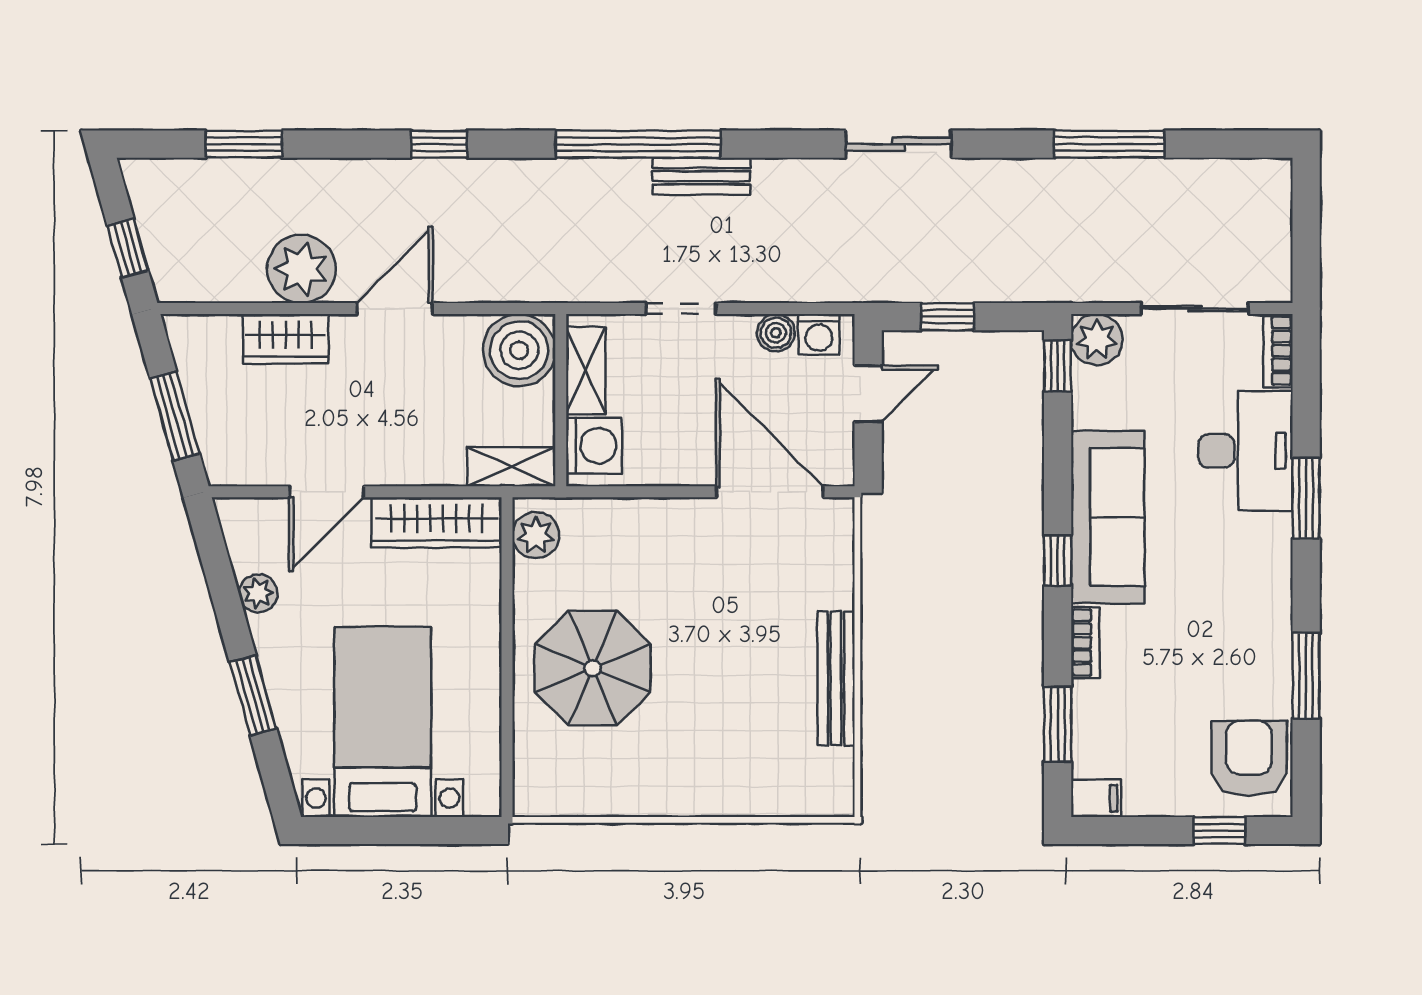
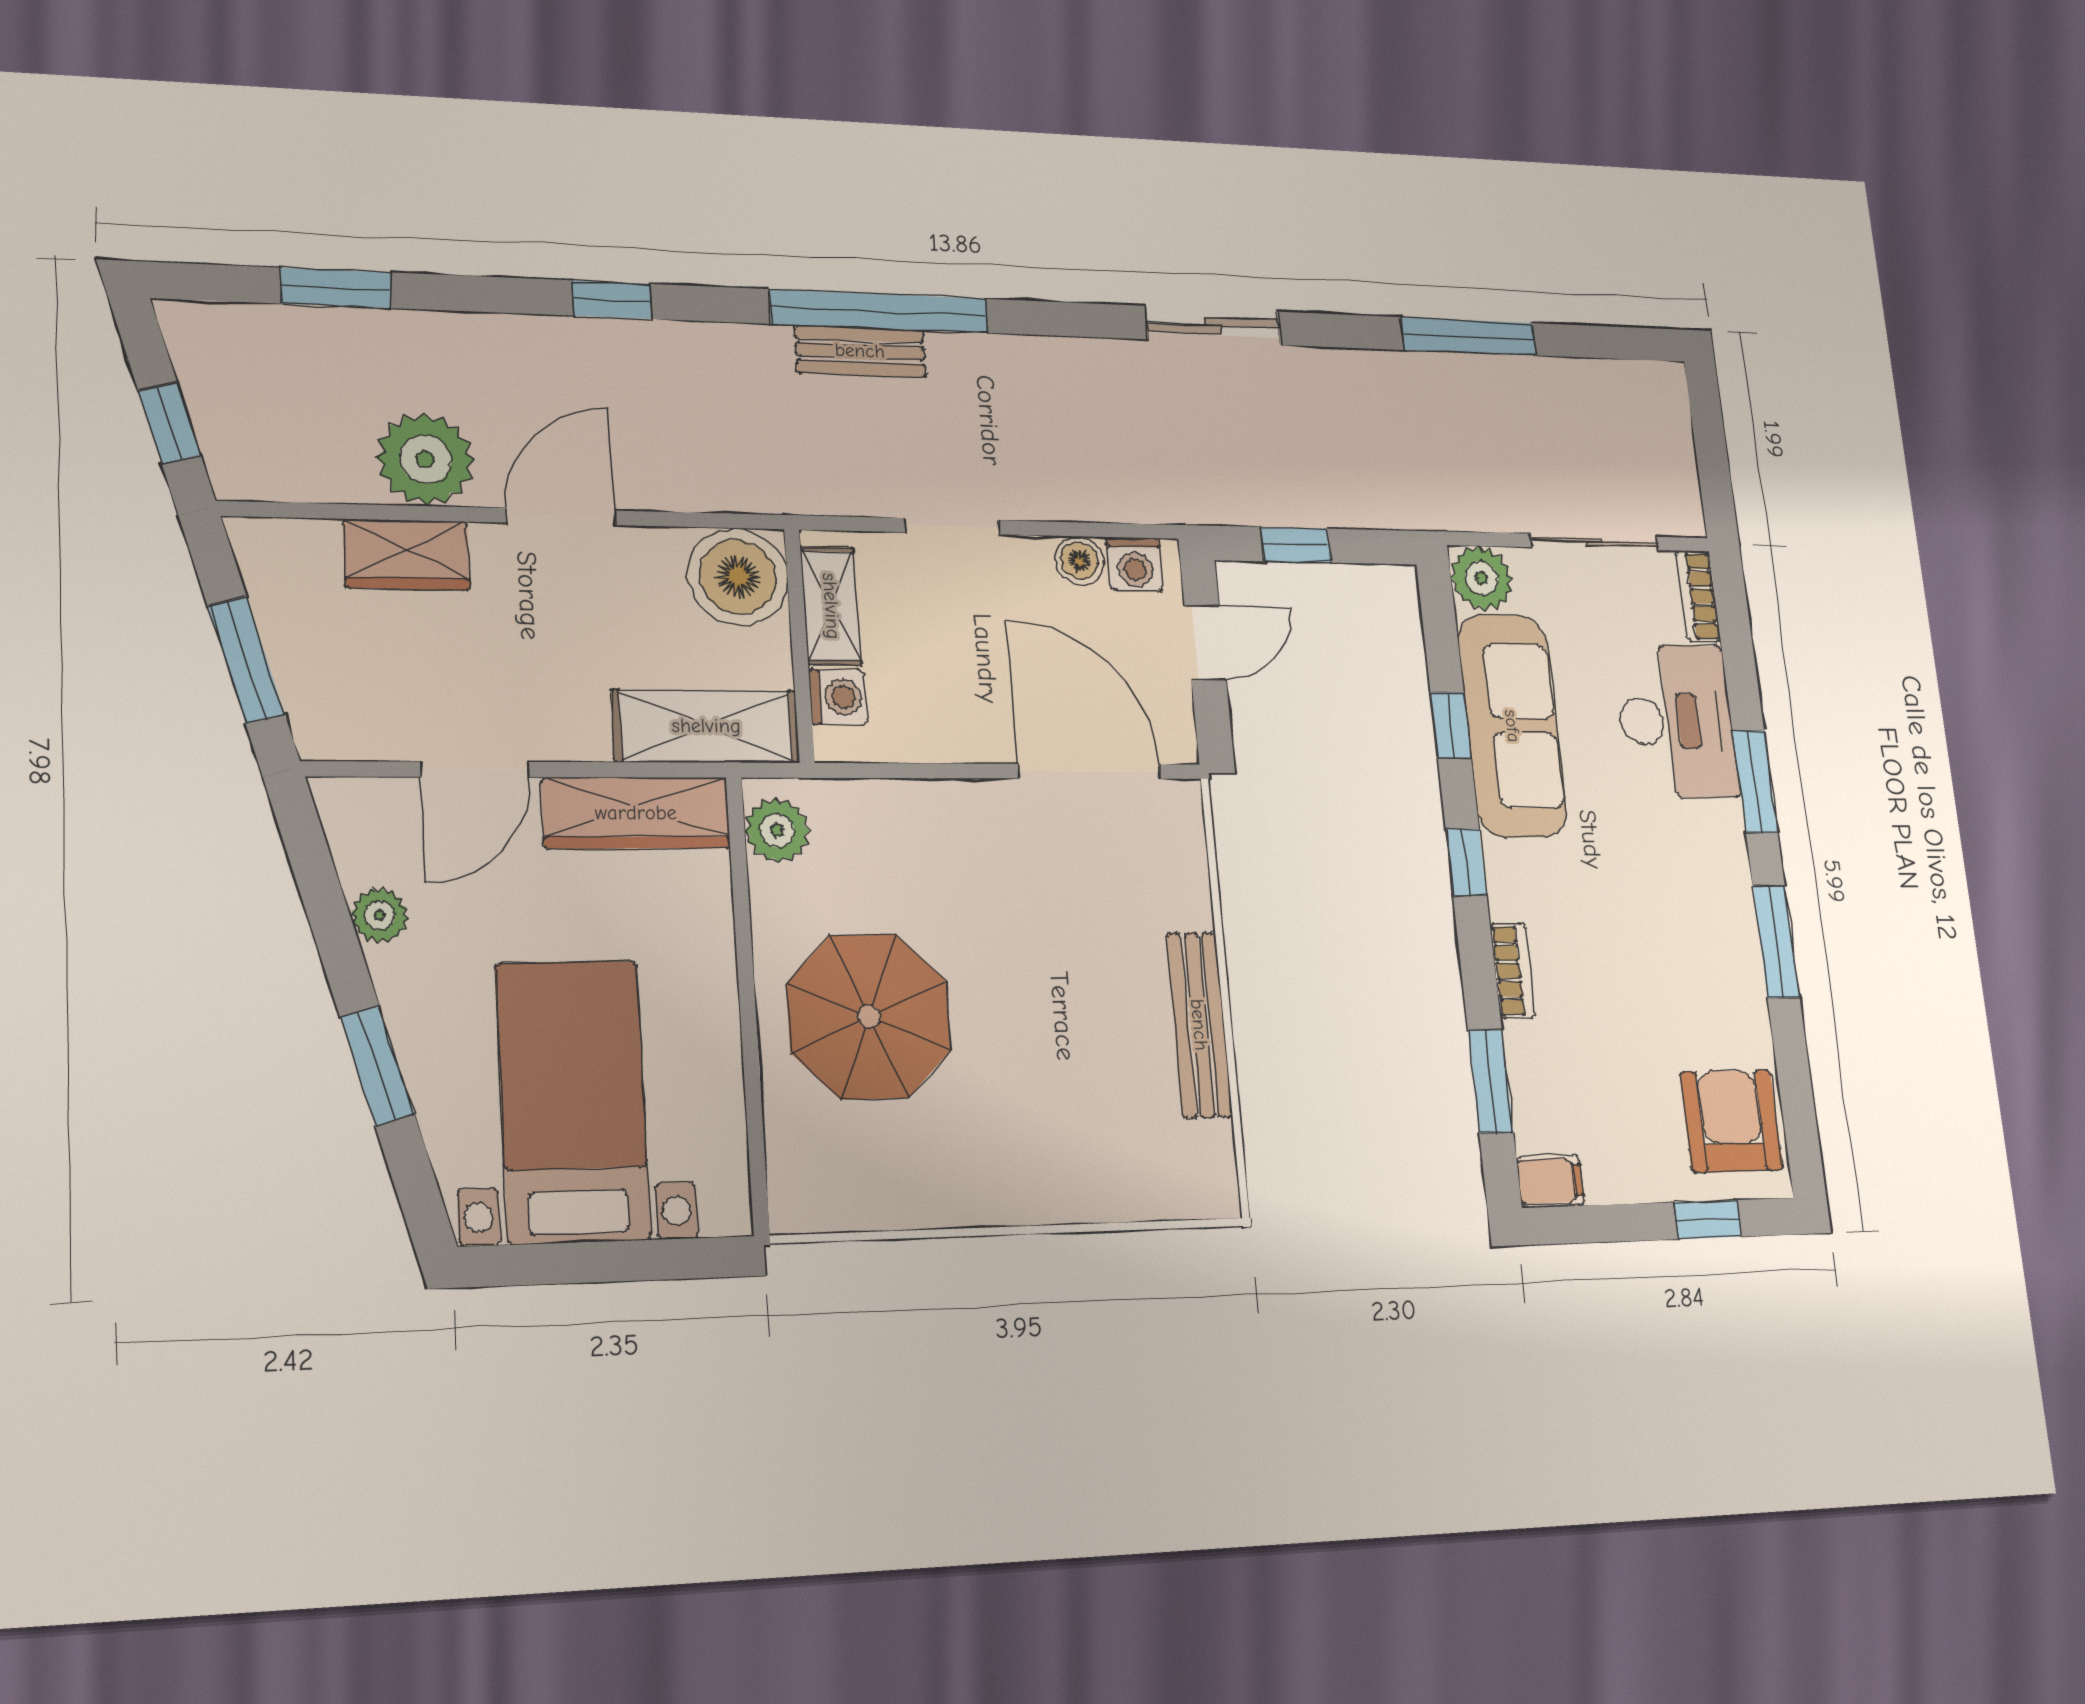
bench: (701, 176) -> (860, 351), moved
window: (1058, 366) -> (1451, 725), moved
washing machine: (594, 446) -> (838, 697), width x0.73, depth x0.73
shelving: (511, 467) -> (706, 726), width x1.50, depth x1.33
sofa: (1108, 517) -> (1512, 726), moved
window: (1306, 676) -> (1776, 942), moved

